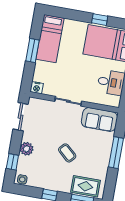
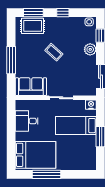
window: (100, 20) -> (46, 174), width x2.17
bed: (50, 39) -> (76, 126), moved, turned -90

